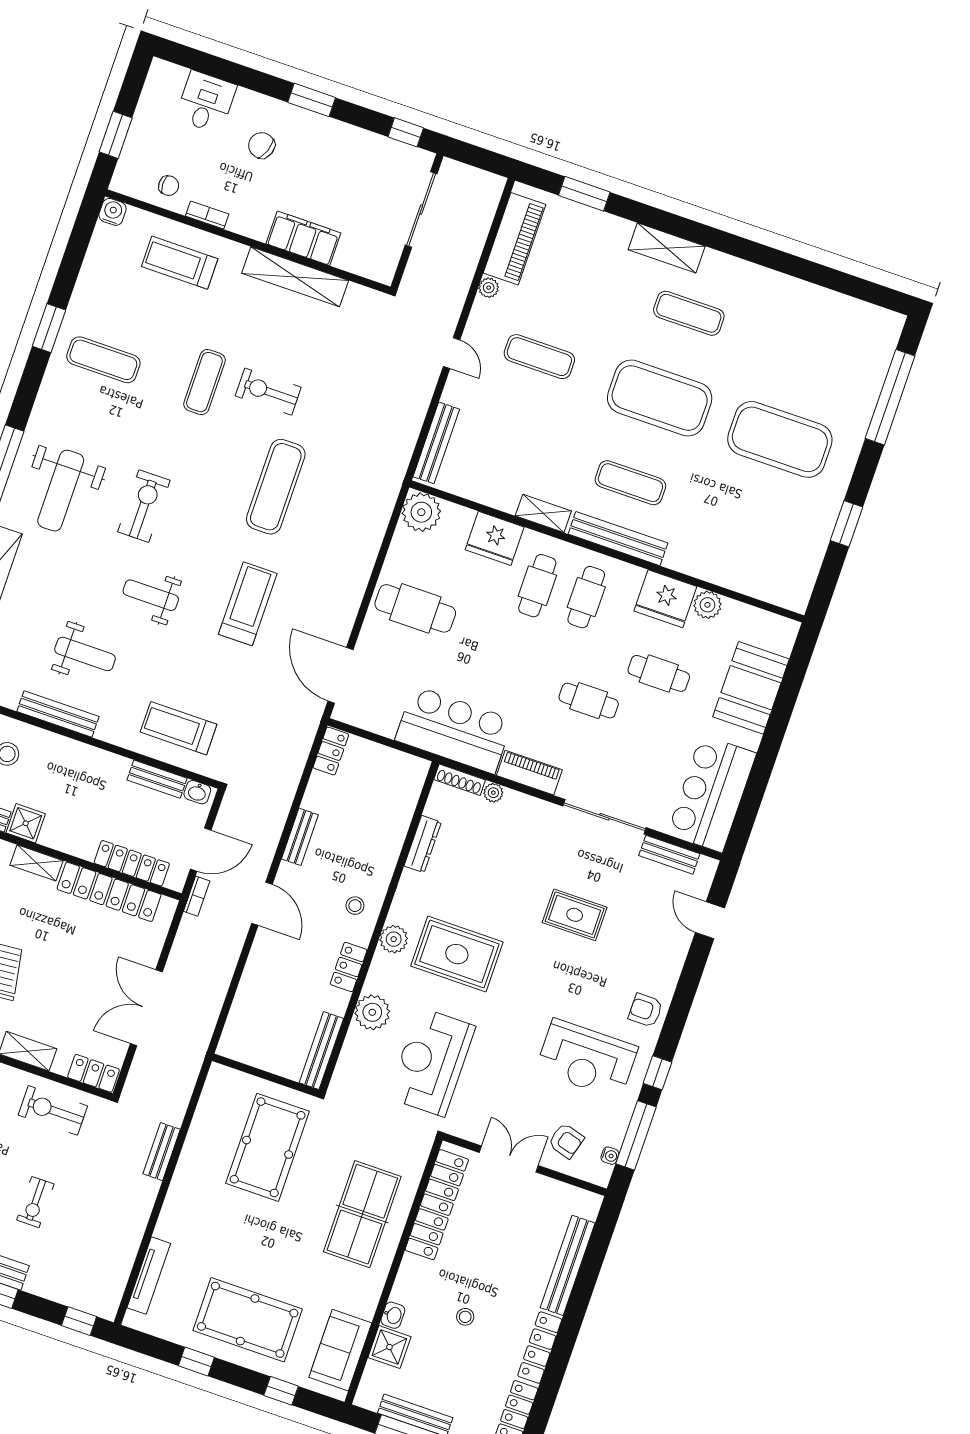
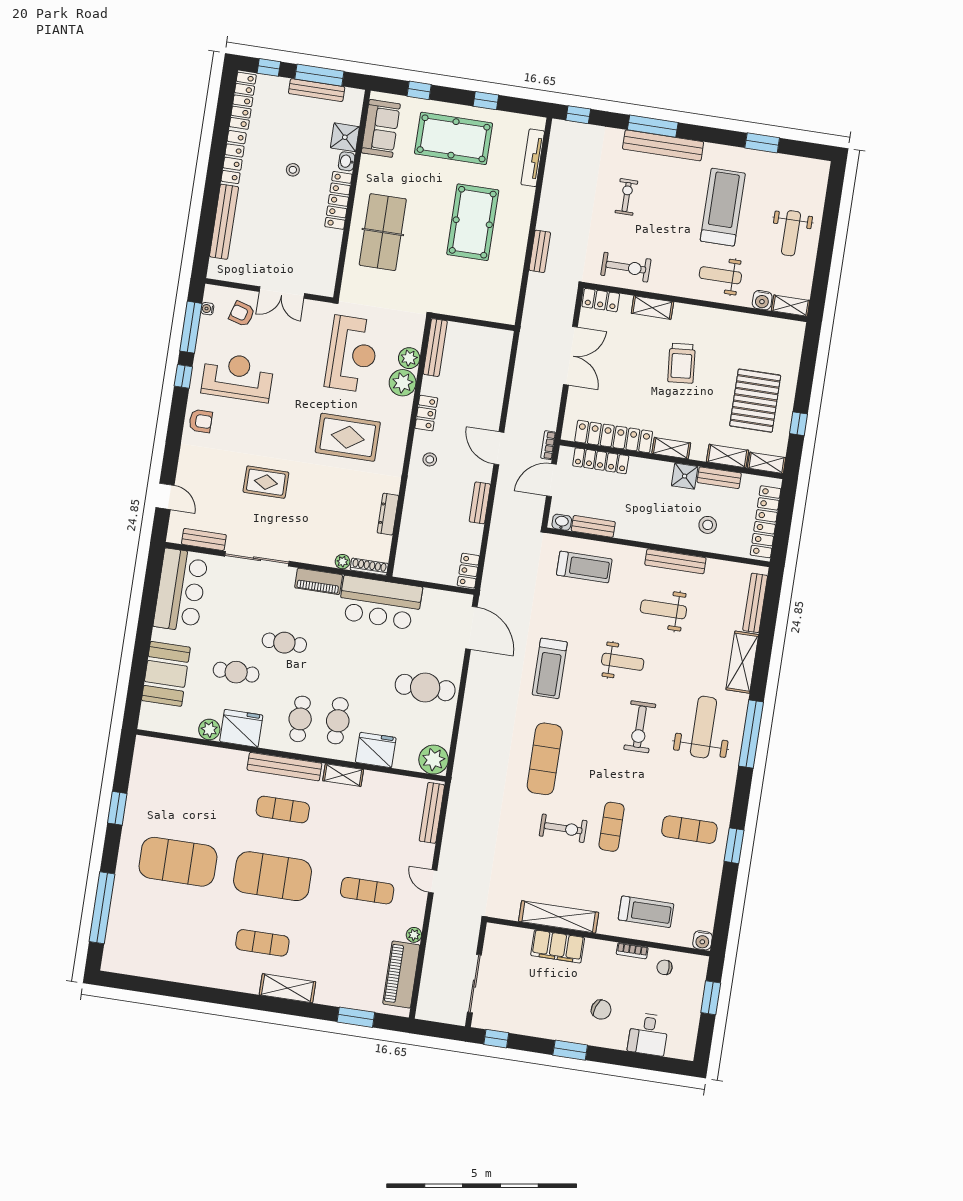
plant: (394, 939) -> (409, 358), moved
pool table: (268, 1147) -> (473, 222), moved
locker: (437, 1205) -> (338, 200), moved, width x0.71, depth x0.83

